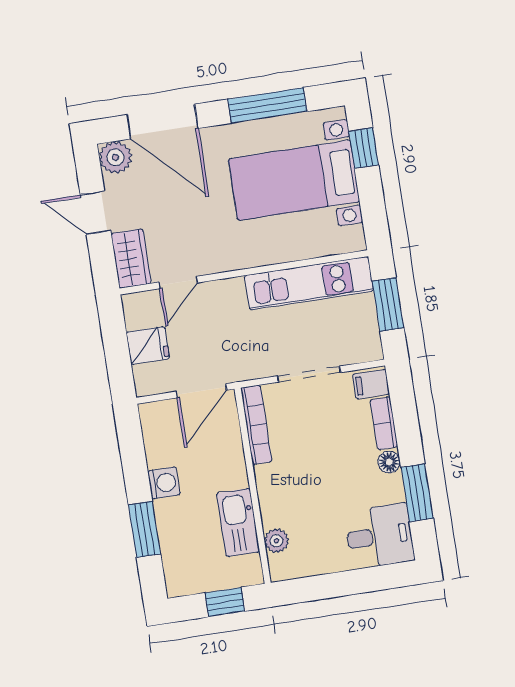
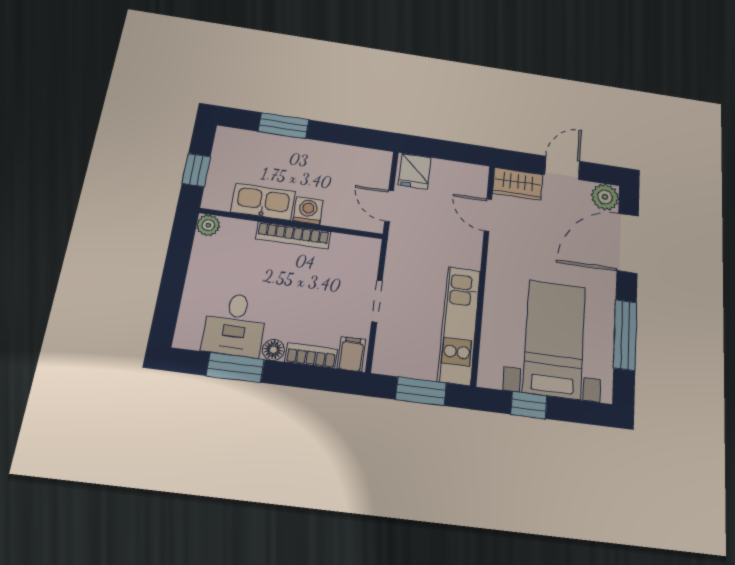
window: (364, 148) -> (529, 405), moved
fridge: (148, 345) -> (415, 171), moved
doorway: (309, 374) -> (377, 301), width x0.73
door: (201, 391) -> (389, 206), width x0.73
bookcase: (256, 425) -> (293, 235), moved
washing machine: (164, 483) -> (308, 211), moved, turned 180
desk: (380, 536) -> (235, 325), moved
plant: (276, 541) -> (208, 225), moved

